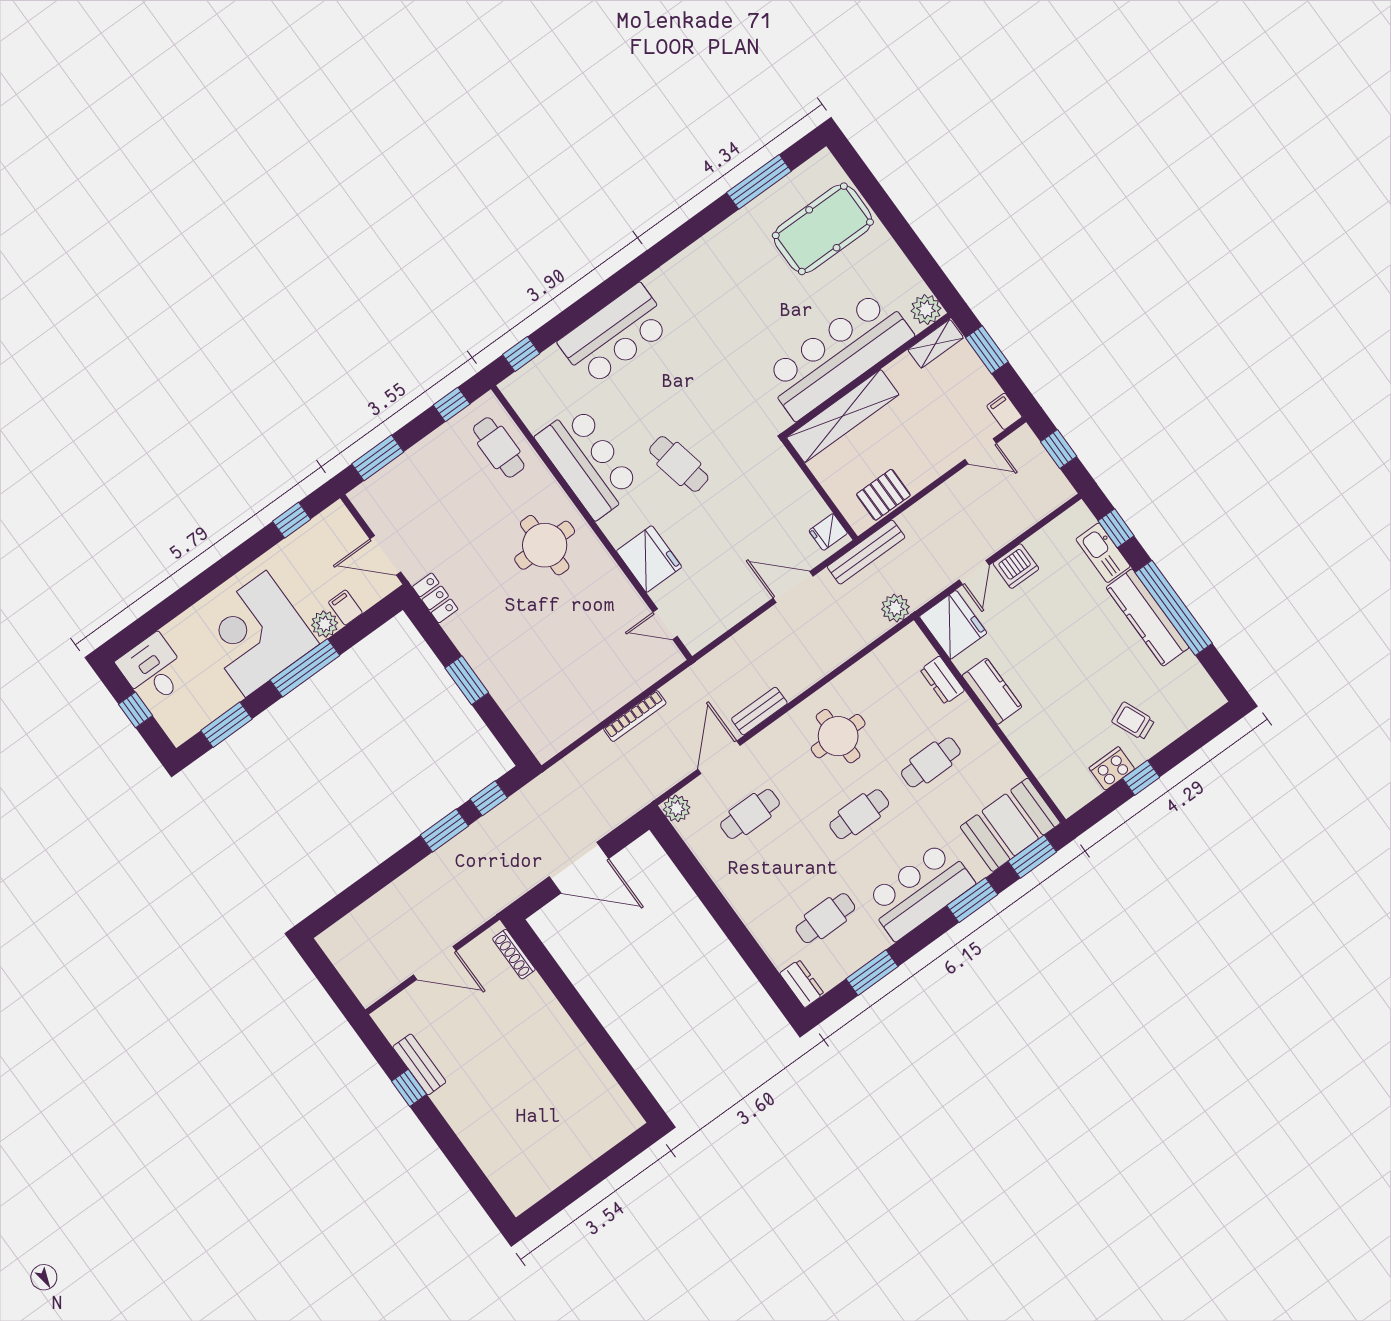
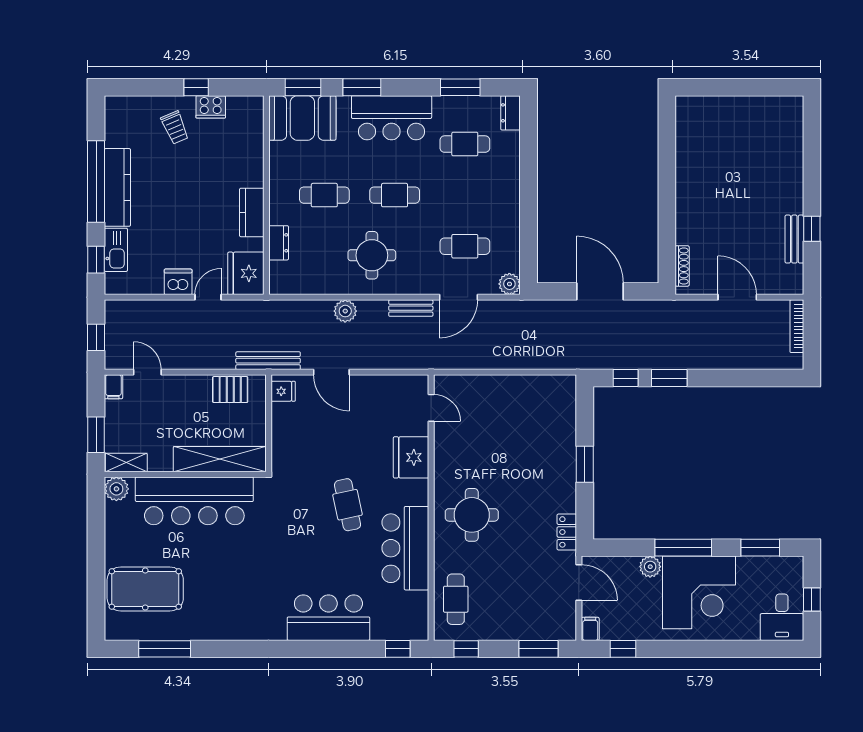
filing cabinet: (345, 608) -> (590, 629), moved, turned 180
plant: (895, 608) -> (345, 311), moved
bookcase: (635, 716) -> (797, 326), moved, turned -90

